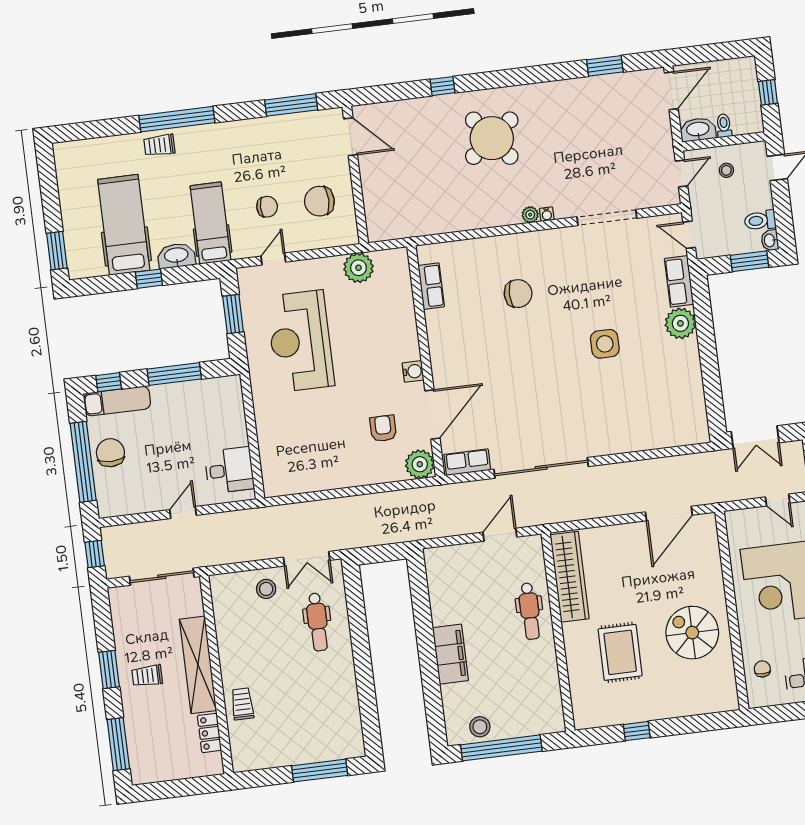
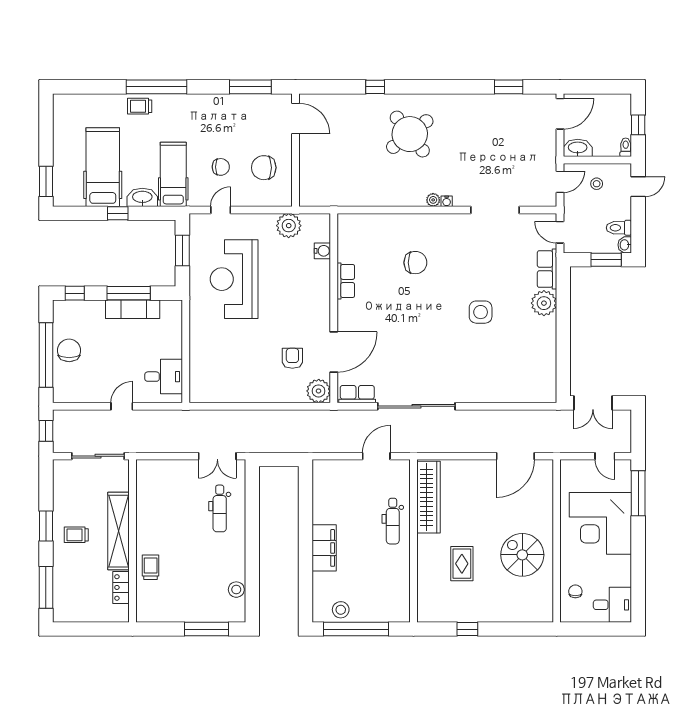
toilet: (724, 126) -> (626, 147), moved
row of seats: (431, 286) -> (346, 281), moved
water cooler: (413, 371) -> (322, 251), moved
exam couch: (117, 401) -> (133, 309), moved
stool: (266, 589) -> (236, 590), moved
rug: (620, 652) -> (462, 564), width x0.73, depth x0.70

